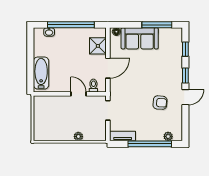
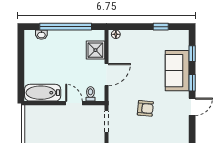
window: (157, 25) -> (161, 27), width x0.46
sofa: (140, 38) -> (177, 71), moved, turned 90
bathtub: (41, 73) -> (43, 93), moved, turned -90
armchair: (160, 103) -> (145, 108), moved

